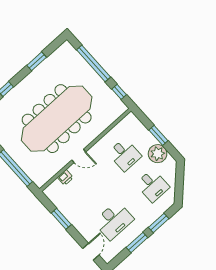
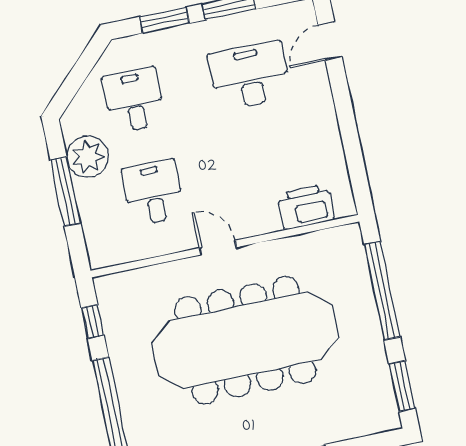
window: (158, 135) -> (65, 192), width x1.44
door: (79, 156) -> (218, 248), moved
printer: (65, 177) -> (306, 207), width x1.87, depth x1.48
window: (61, 219) -> (350, 139), removed

